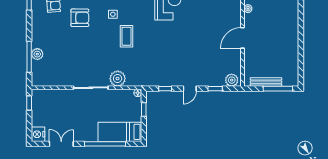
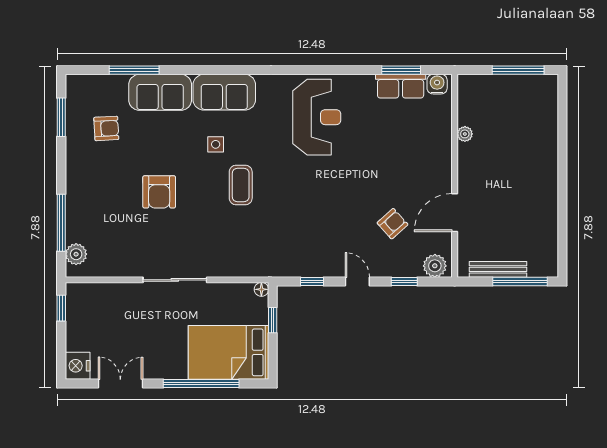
armchair: (80, 18) -> (159, 192), moved, turned 90
door: (242, 38) -> (455, 213), moved
plant: (37, 54) -> (76, 254), moved
armchair: (209, 57) -> (392, 224), added
plant: (118, 79) -> (224, 263), removed
door: (190, 89) -> (357, 282), swing flipped
bed: (120, 132) -> (228, 352), width x1.50

